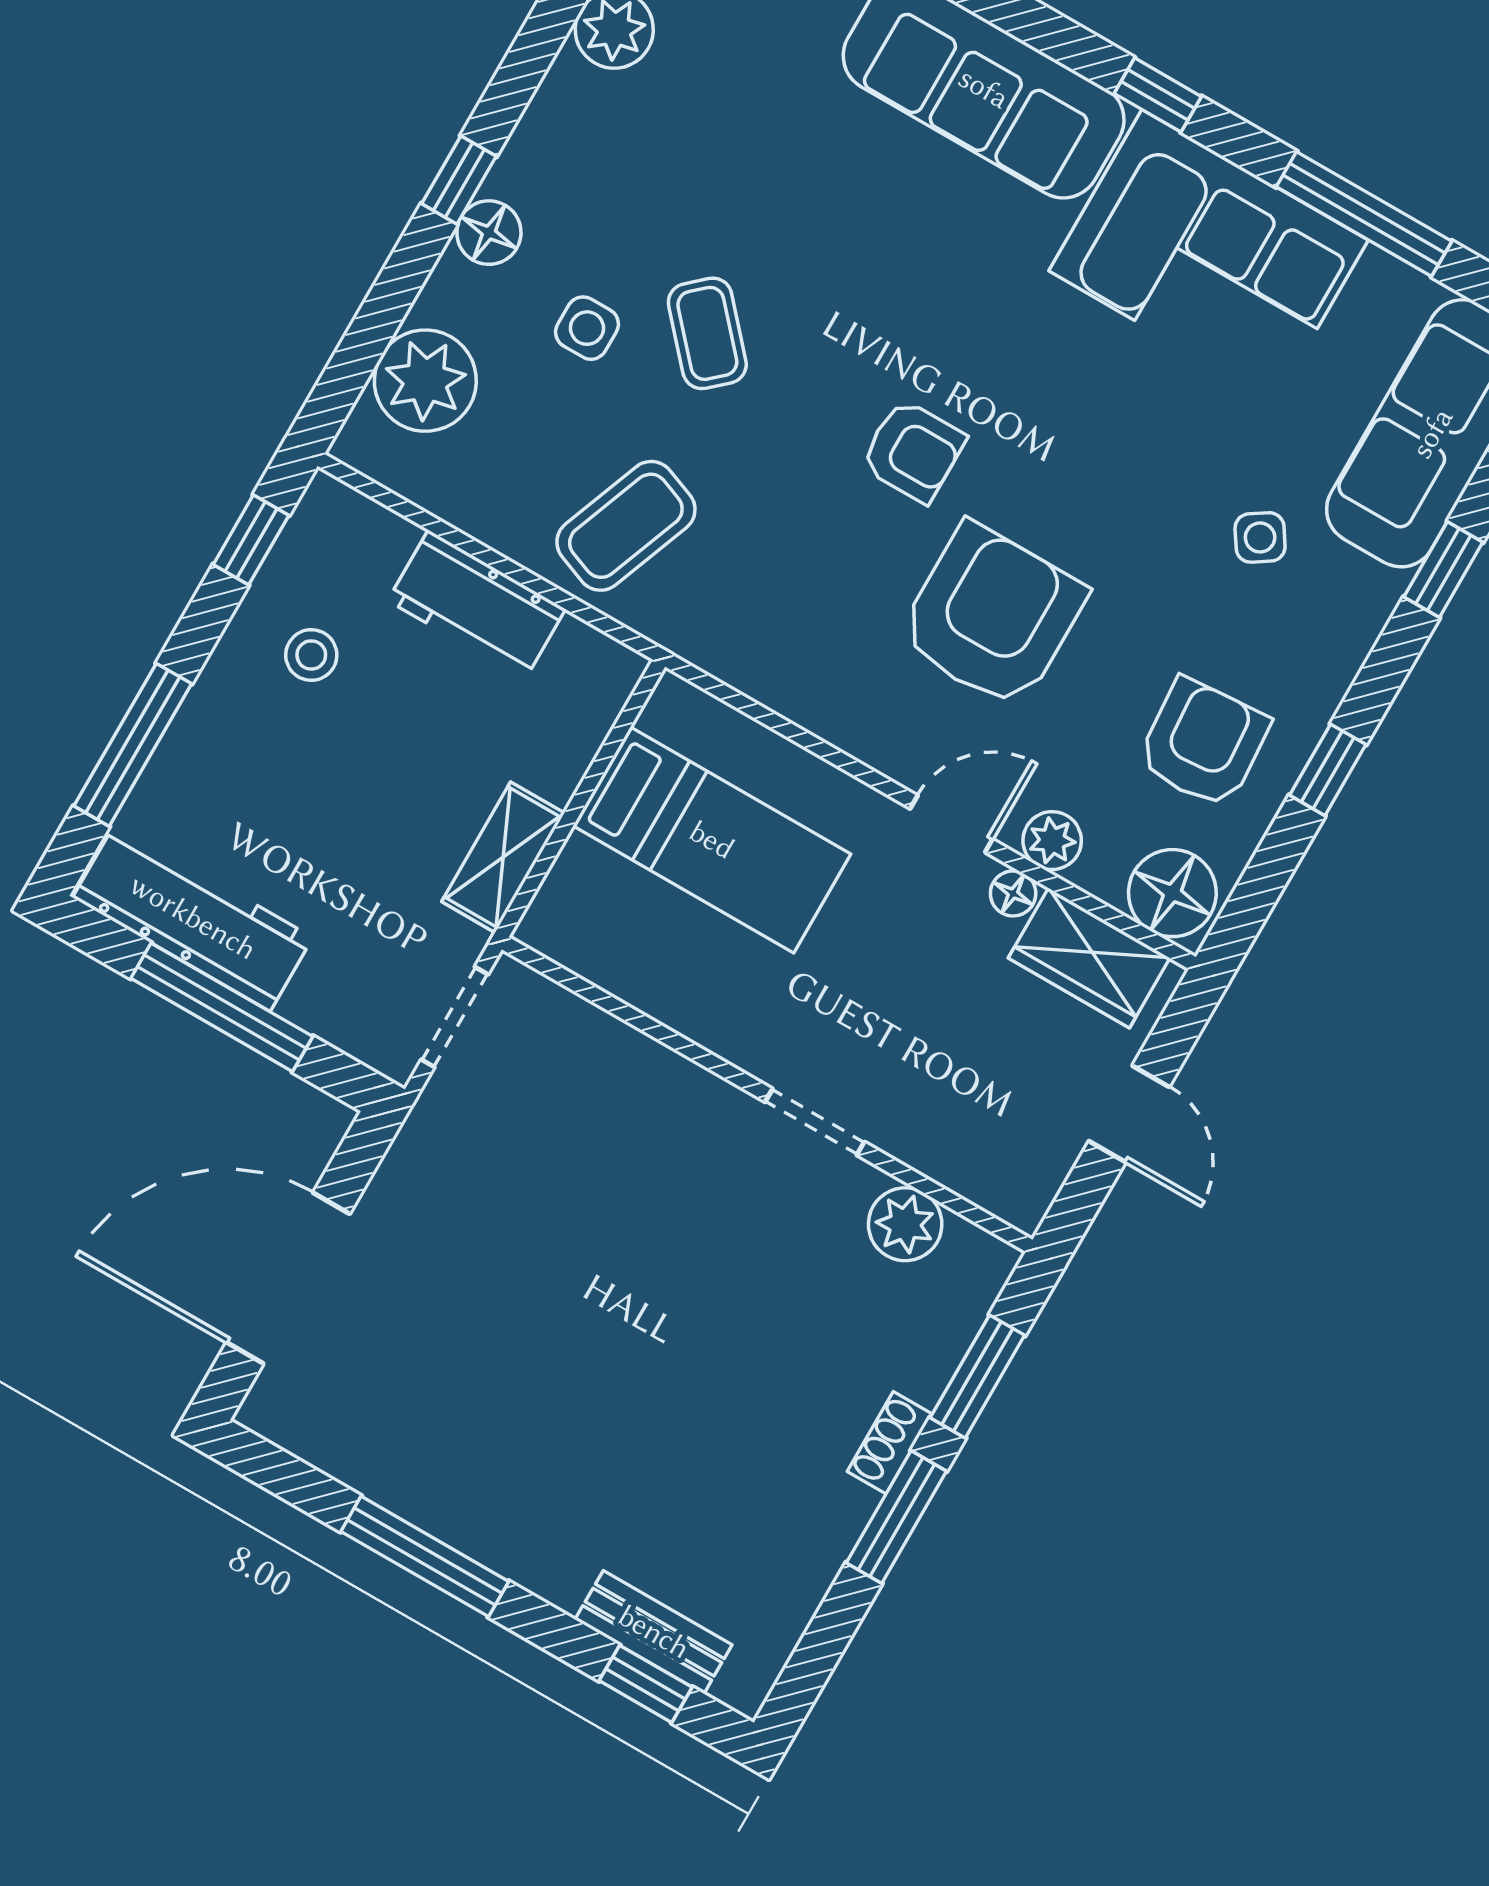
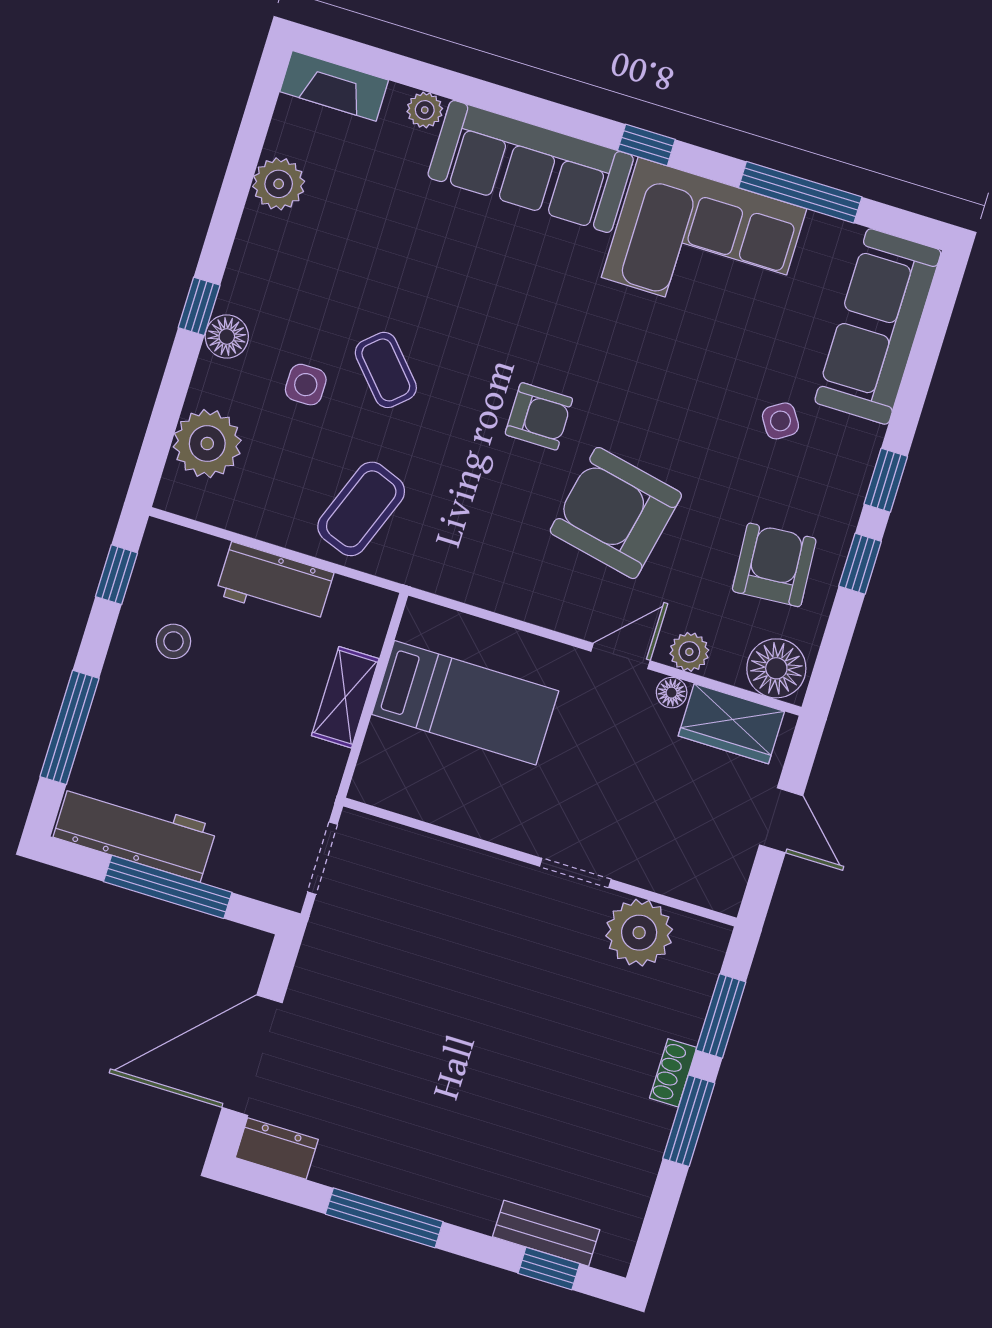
window: (1443, 570) -> (886, 480), moved
armchair: (992, 616) -> (616, 513), turned -78
shelving: (503, 857) -> (345, 697), moved
plant: (905, 1224) -> (639, 933), width x1.36, depth x1.36
dresser: (293, 1421) -> (277, 1149), added

